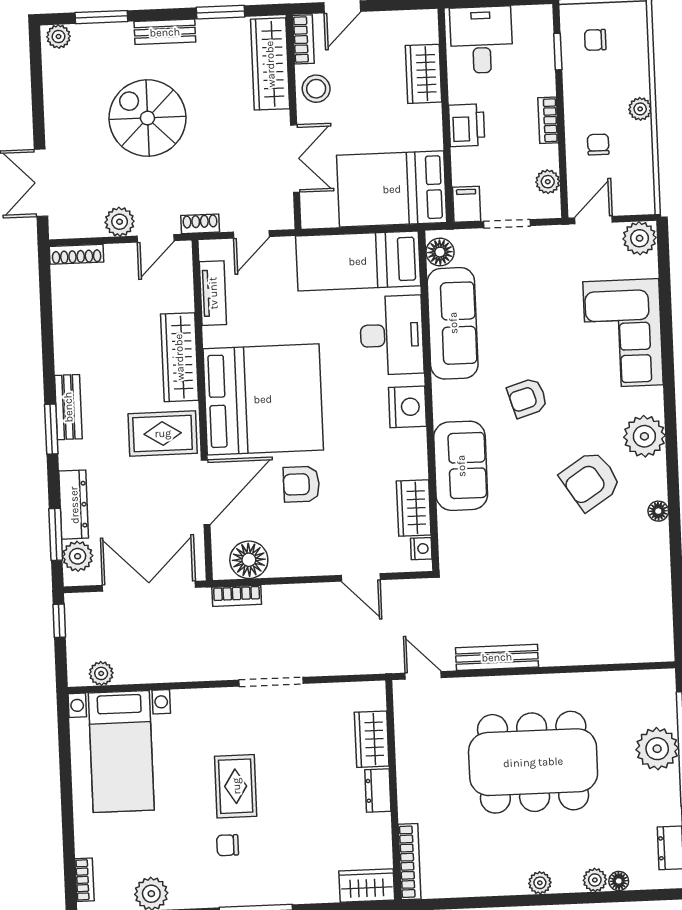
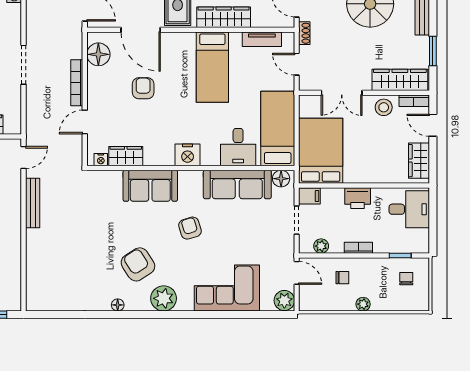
wardrobe: (423, 74) -> (419, 161), moved, turned -90
desk: (392, 335) -> (238, 147), width x0.73
bed: (263, 399) -> (212, 67), width x0.49
bookcase: (237, 596) -> (77, 83), moved, width x1.56

